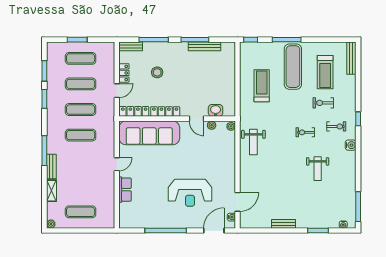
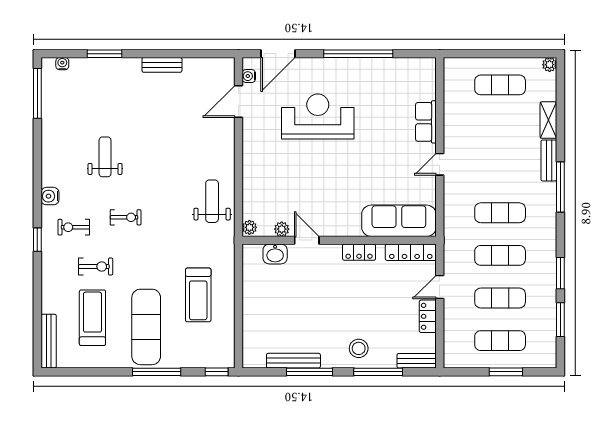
stool: (157, 72) -> (359, 348), moved
locker: (165, 111) -> (359, 252), width x0.66
sofa: (149, 133) -> (399, 221), width x0.74, depth x0.79

